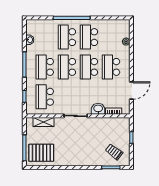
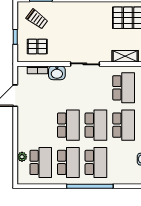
school desk: (111, 67) -> (41, 162), moved
pallet: (114, 130) -> (37, 46), added

